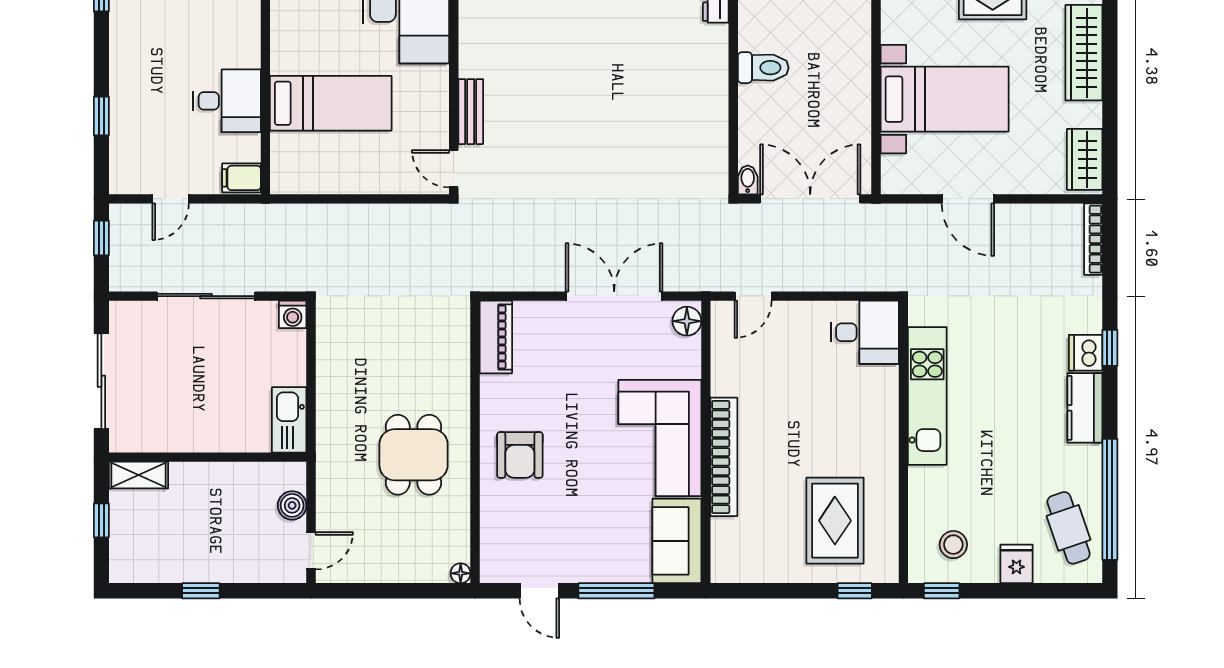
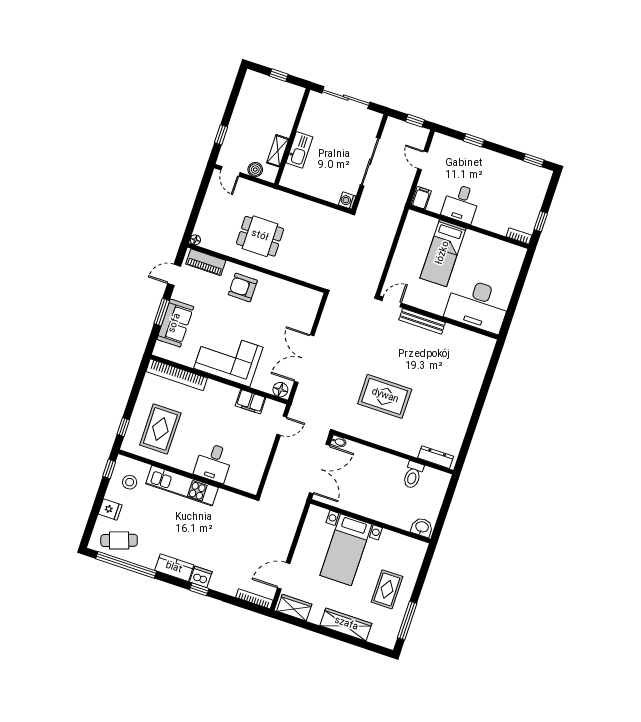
toilet: (763, 68) -> (413, 475), moved
bench: (471, 112) -> (422, 321), width x1.36
rug: (634, 122) -> (385, 396), added
door: (968, 199) -> (284, 576), moved
double door: (614, 296) -> (304, 359), swing flipped
door: (753, 296) -> (282, 426), swing flipped
desk: (865, 332) -> (214, 463), moved
piano: (496, 337) -> (206, 262), moved
filing cabinet: (728, 369) -> (251, 402), added
kitchen unit: (927, 396) -> (182, 486), moved
kitchen sink: (289, 420) -> (299, 150), moved, turned 90
bookcase: (724, 457) -> (177, 375), moved
shelving: (139, 475) -> (278, 151), moved
rug: (835, 521) -> (160, 429), turned 90
sofa: (677, 541) -> (175, 323), moved, turned 90
window: (201, 591) -> (221, 135), moved
window: (616, 591) -> (162, 312), width x0.69

